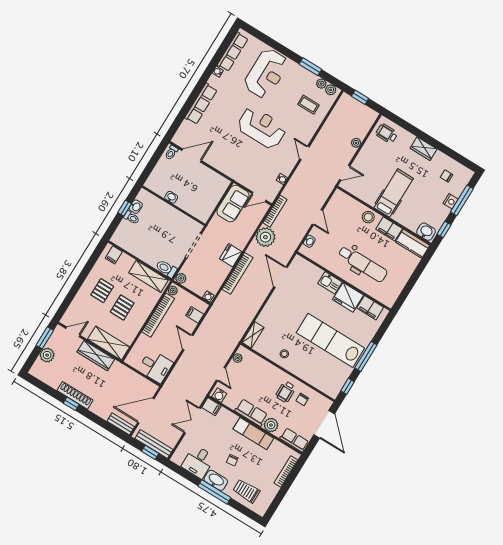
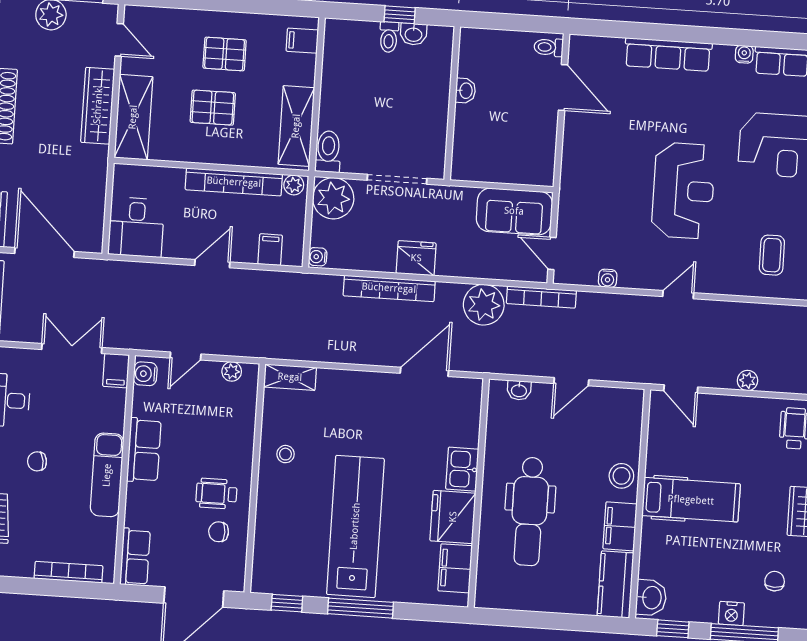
plant: (181, 278) -> (333, 198), width x1.87, depth x1.87
plant: (271, 425) -> (140, 499), removed

